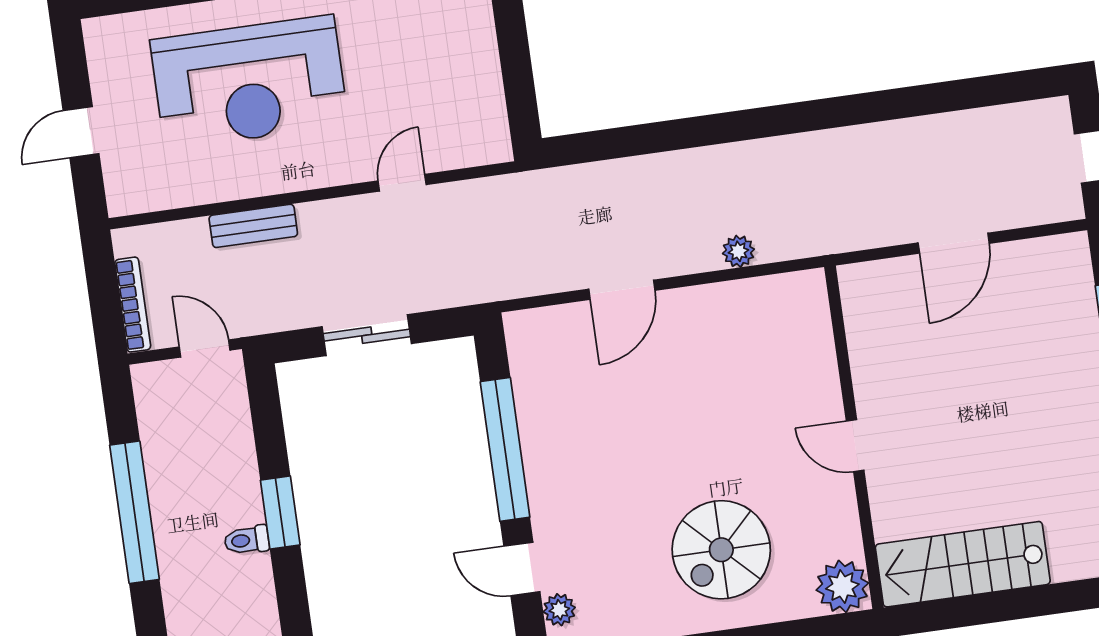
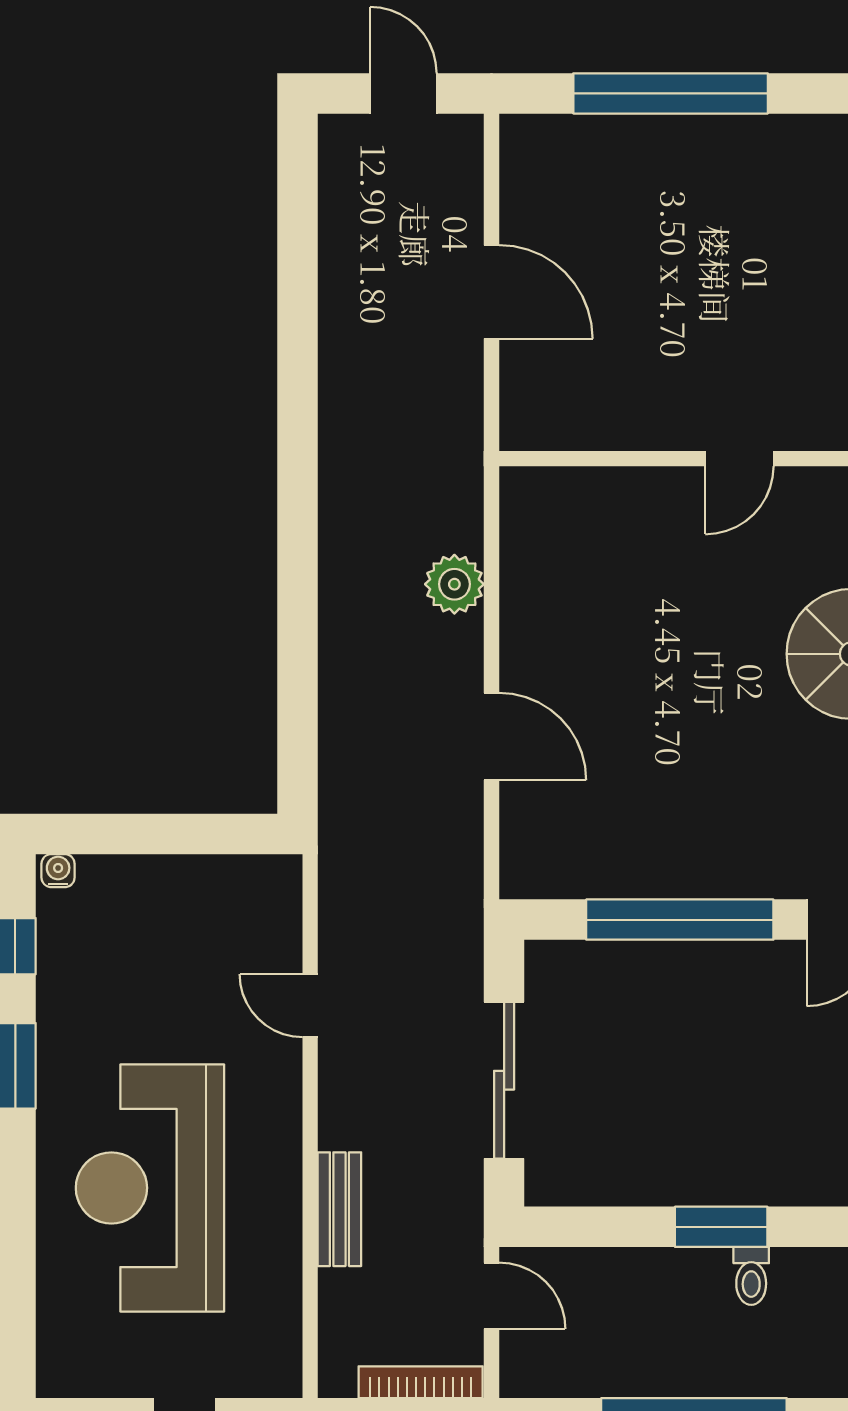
reception desk: (249, 82) -> (150, 1188), turned 180
plant: (738, 251) -> (454, 584), width x1.38, depth x1.38
sliding door: (367, 335) -> (504, 1080), width x1.37
door: (205, 348) -> (491, 1296), swing flipped

